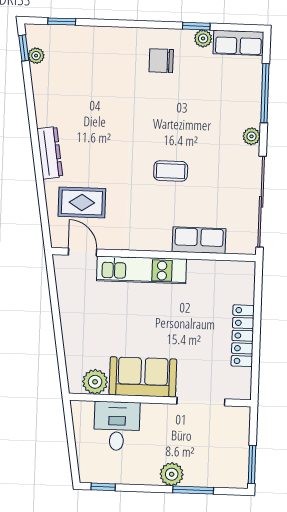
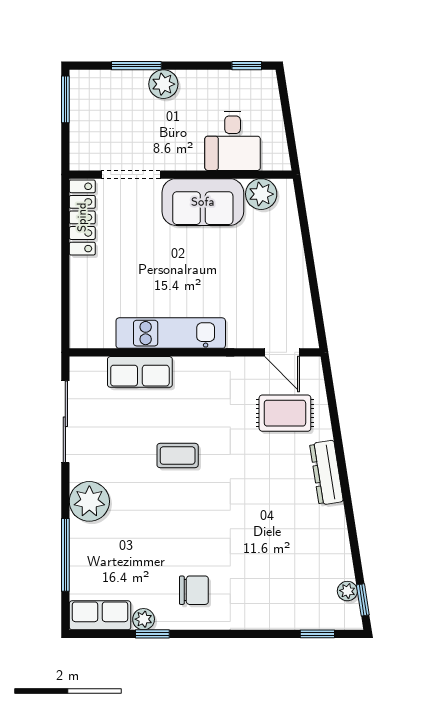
plant: (252, 136) -> (89, 501), width x1.87, depth x1.87
sliding door: (261, 202) -> (65, 422), width x0.73
kitchen unit: (141, 270) -> (171, 333), moved
locker: (243, 336) -> (82, 217), moved

